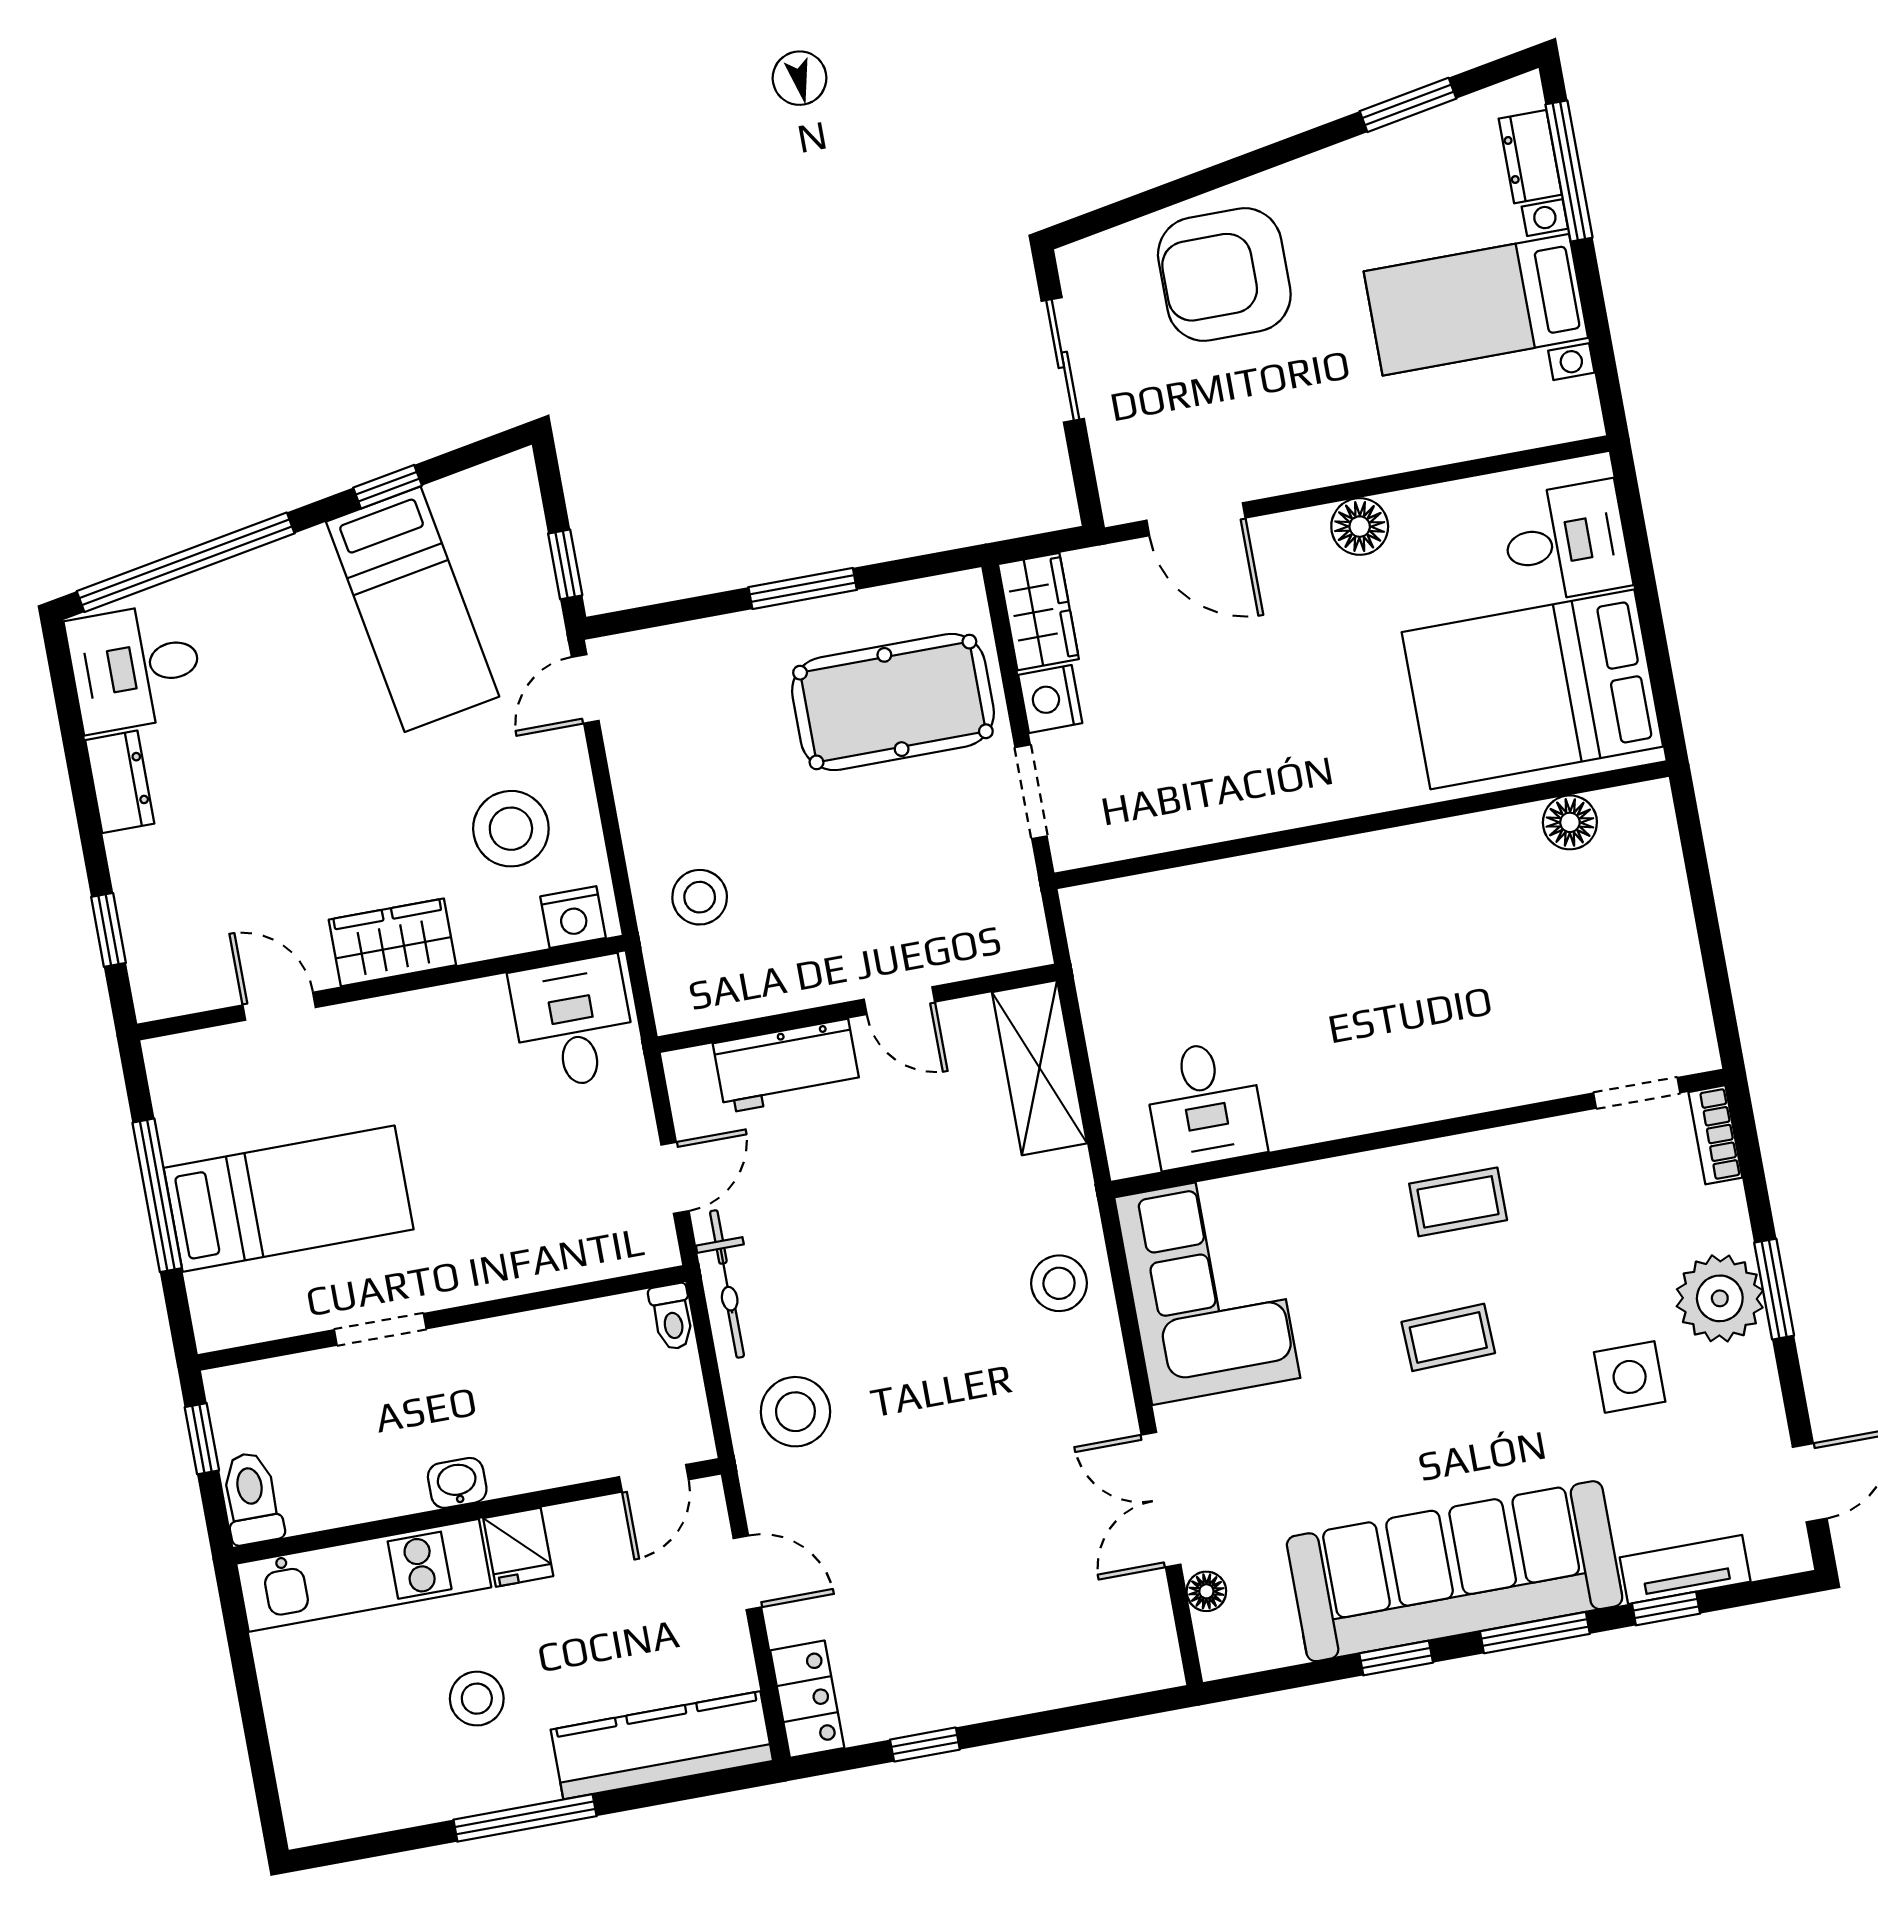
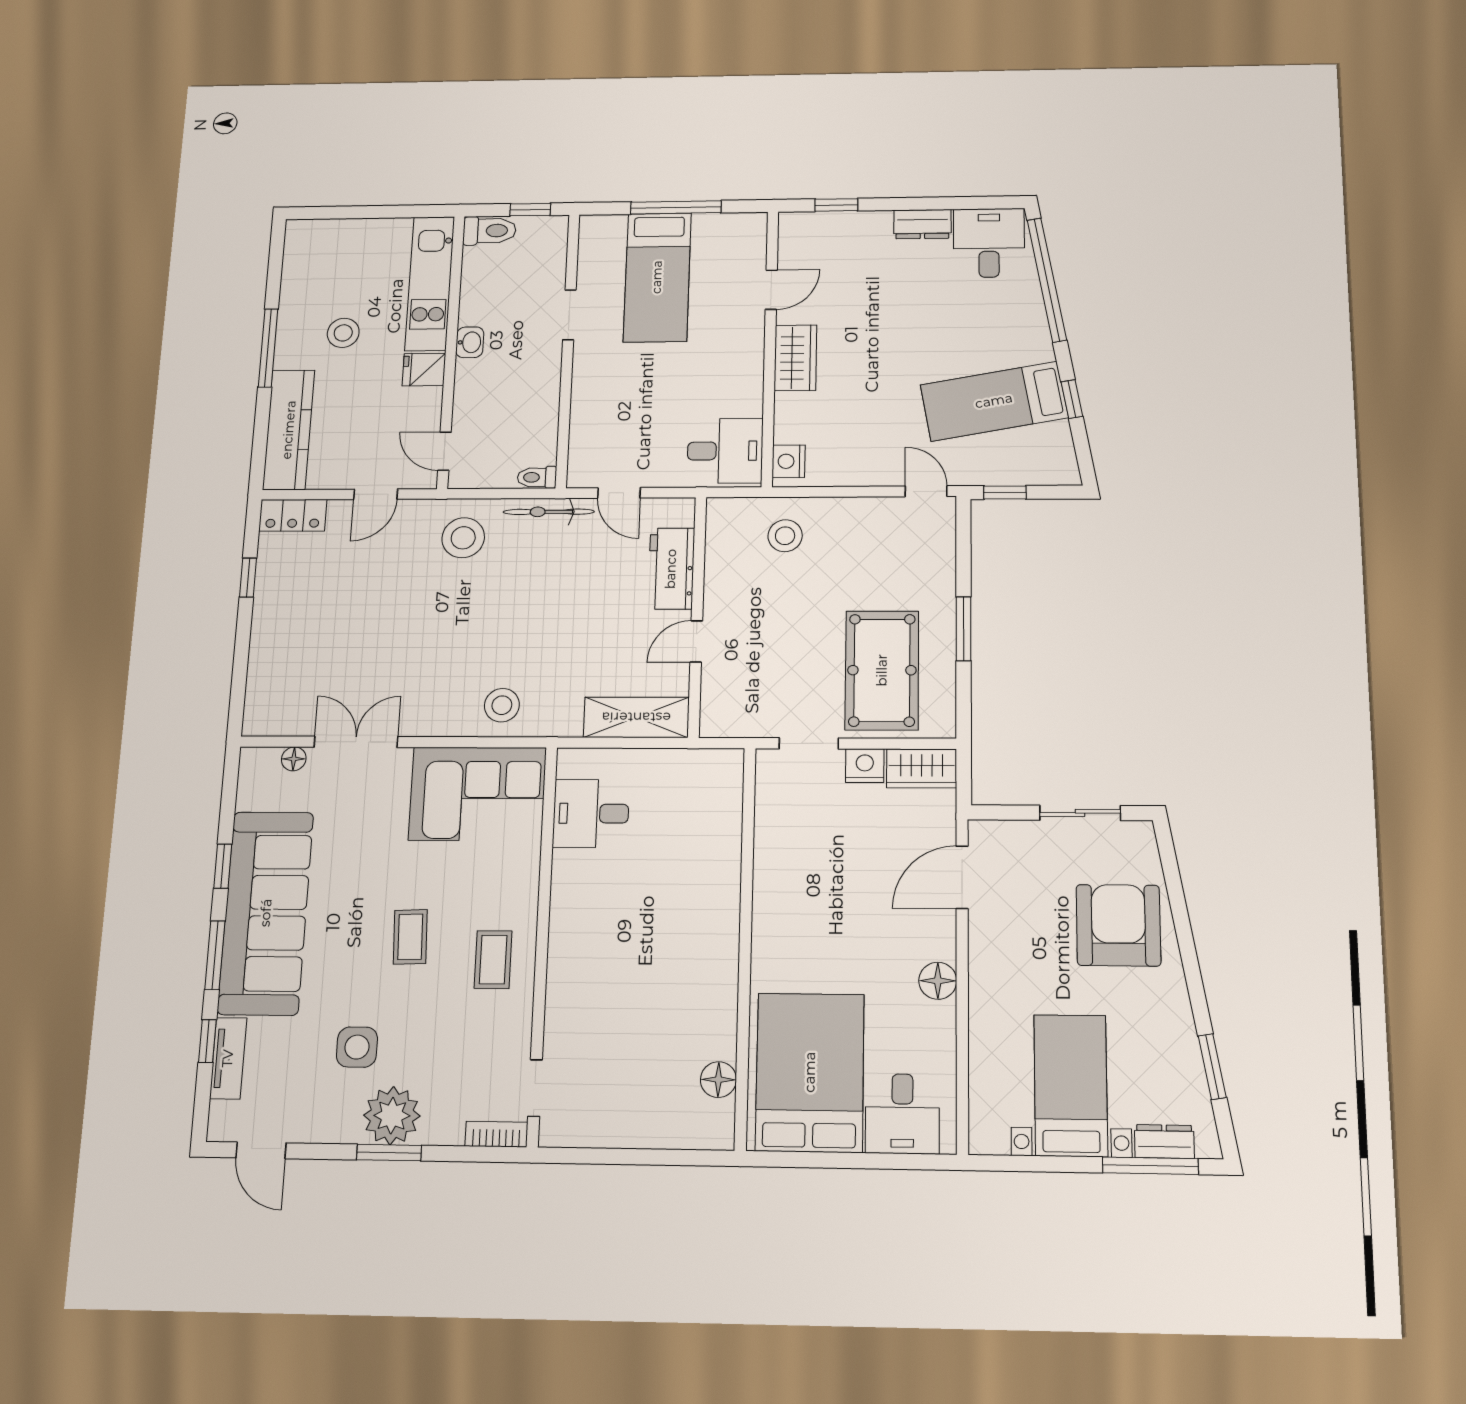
stool: (511, 829) -> (850, 435), removed

